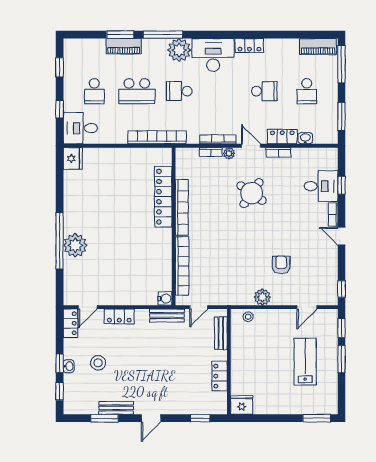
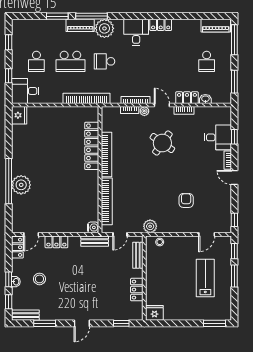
piano: (124, 46) -> (80, 25), moved
desk: (213, 55) -> (136, 32), width x0.73
school desk: (264, 91) -> (173, 61), removed
plant: (262, 297) -> (150, 226), moved
bench: (116, 408) -> (25, 315), moved

